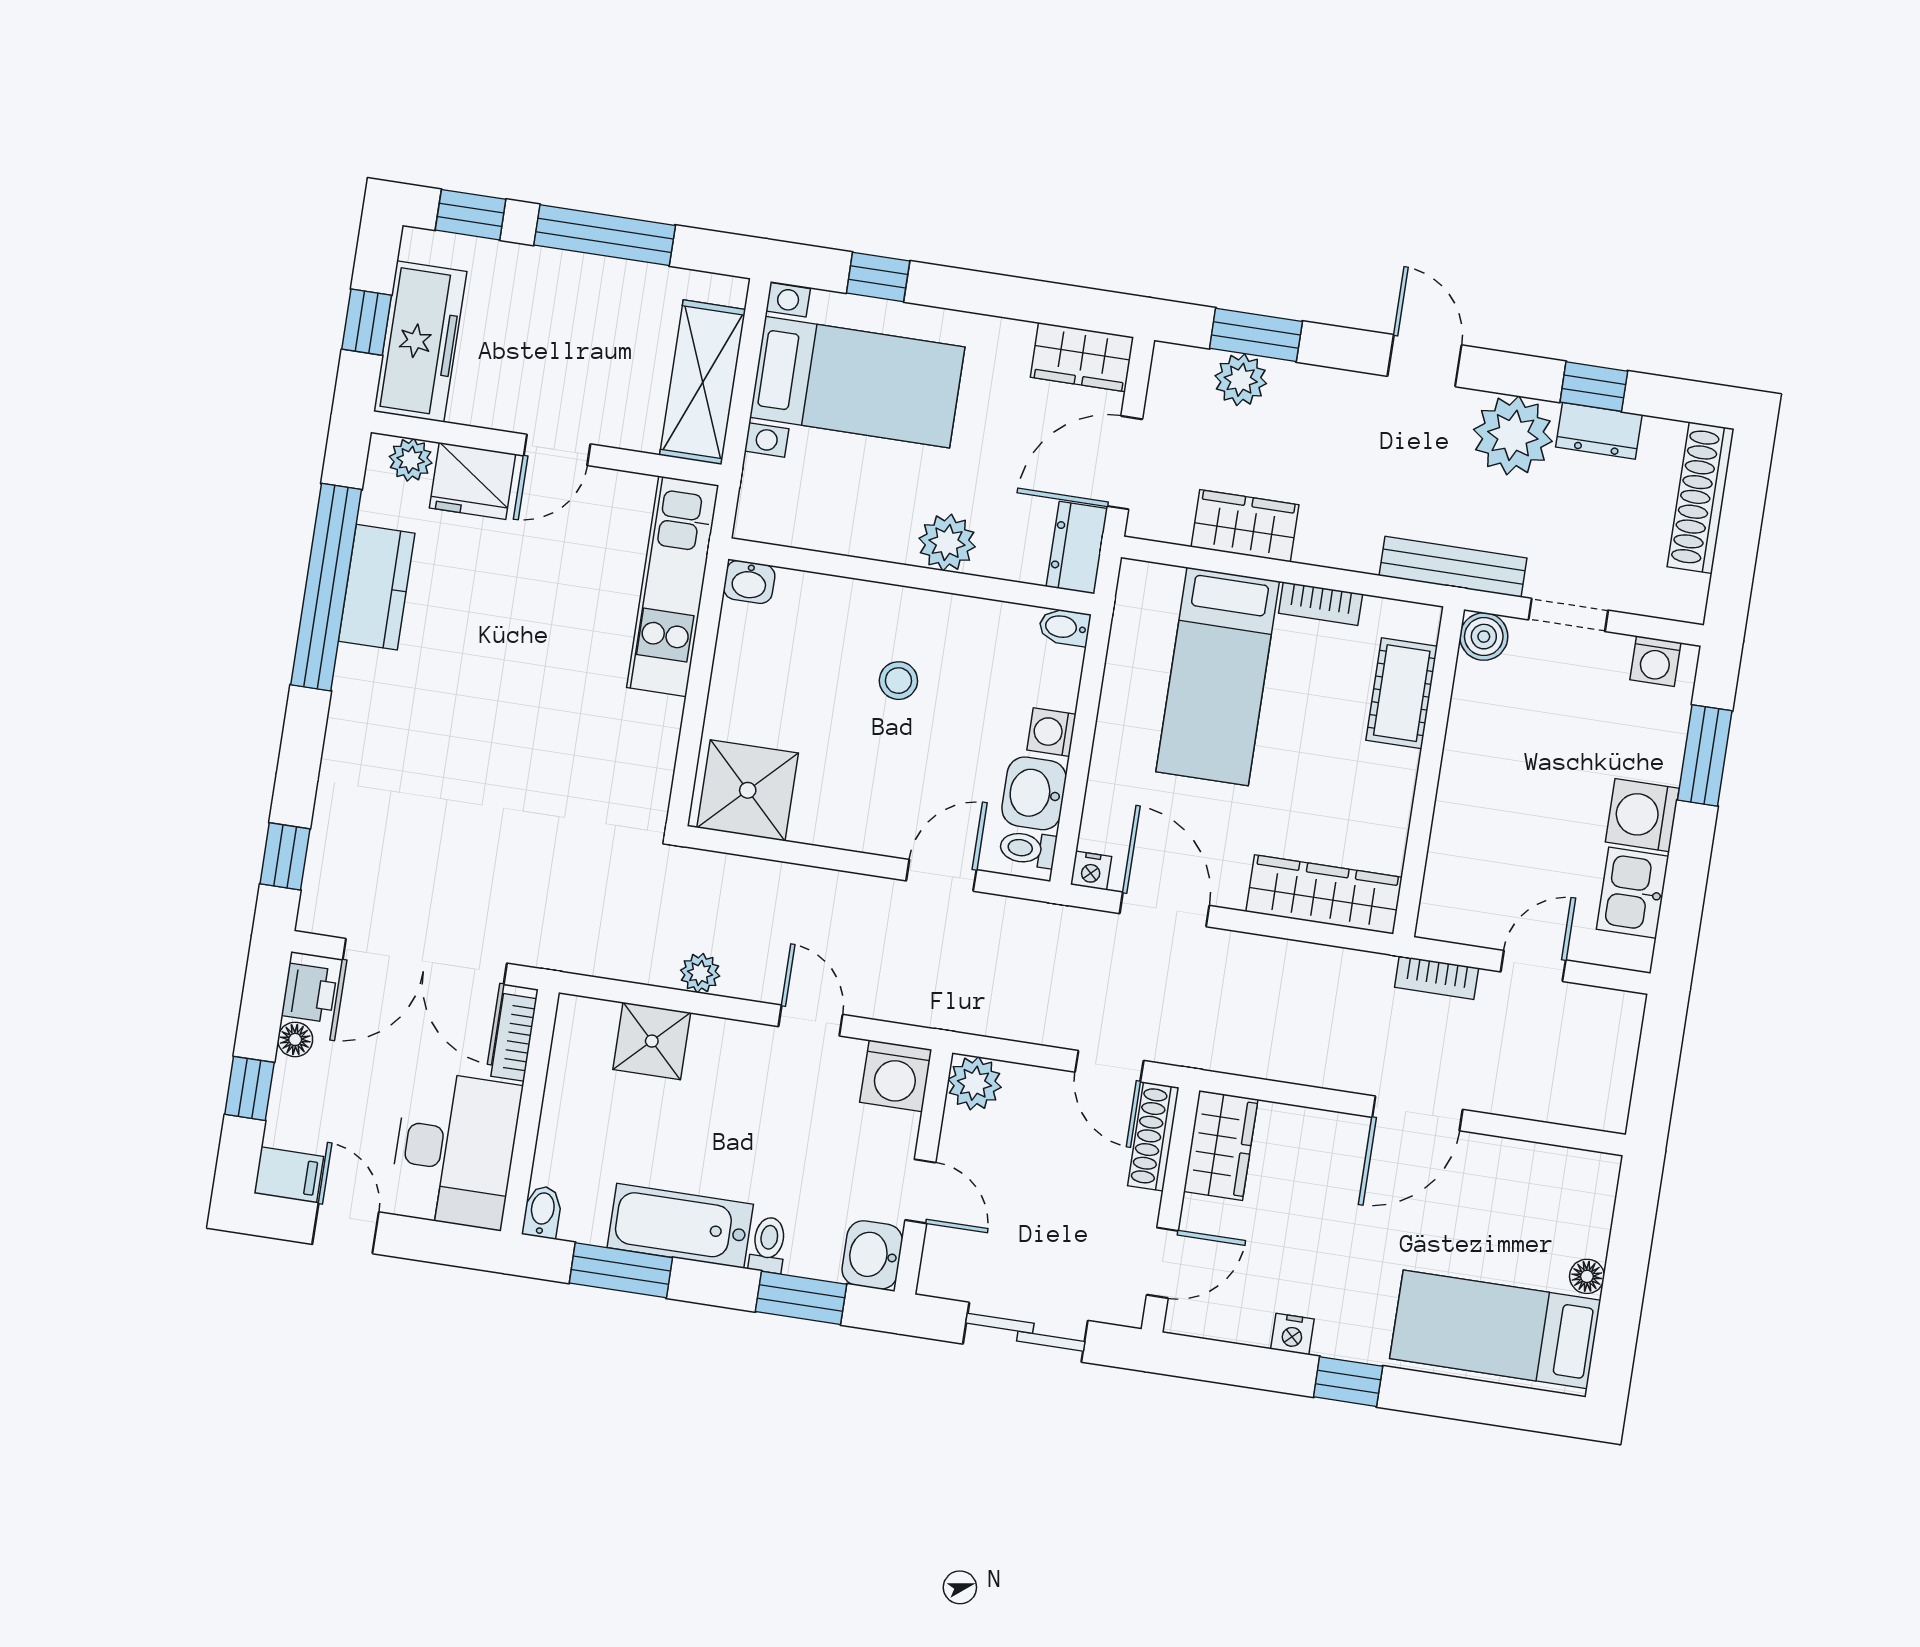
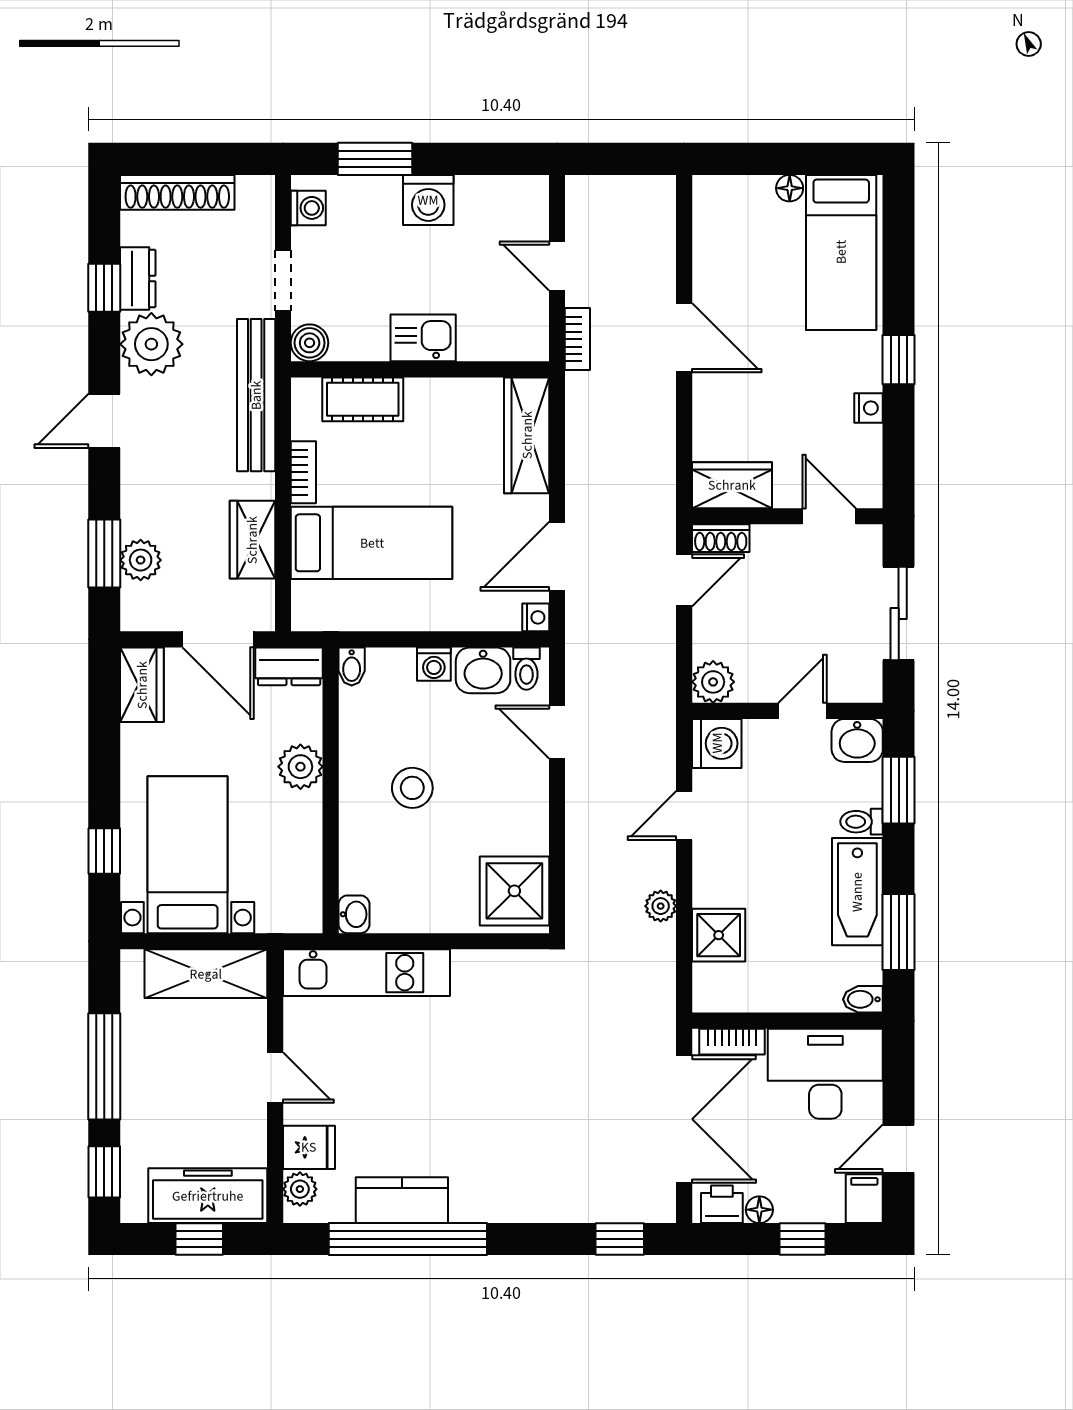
fridge: (472, 481) -> (309, 1147), width x0.72
bench: (1453, 567) -> (256, 395), width x1.37, depth x1.21
stool: (898, 681) -> (412, 788), width x1.37, depth x1.37
kitchen sink: (1633, 893) -> (423, 338), moved, turned 180
shoe rack: (1153, 1137) -> (721, 538), width x0.70

